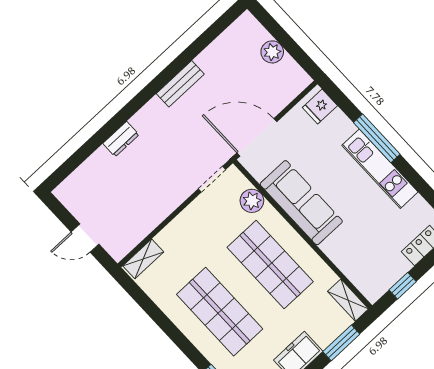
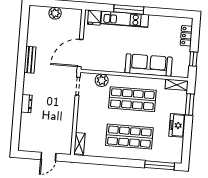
kitchen unit: (380, 169) -> (125, 19), moved
sofa: (301, 203) -> (149, 65), moved

